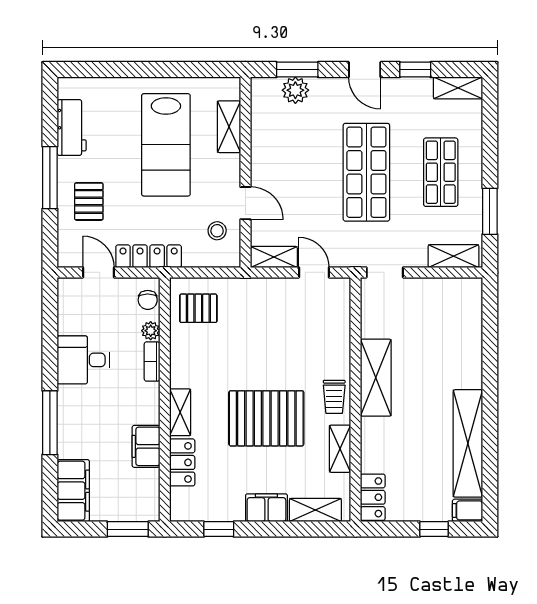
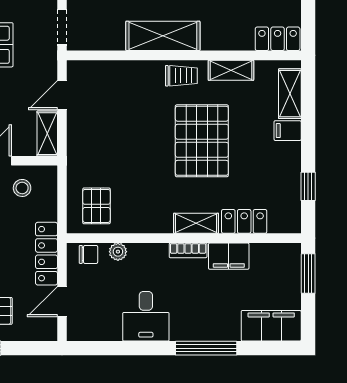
bookcase: (152, 362) -> (188, 250), moved
filing cabinet: (266, 508) -> (288, 131), width x0.50

